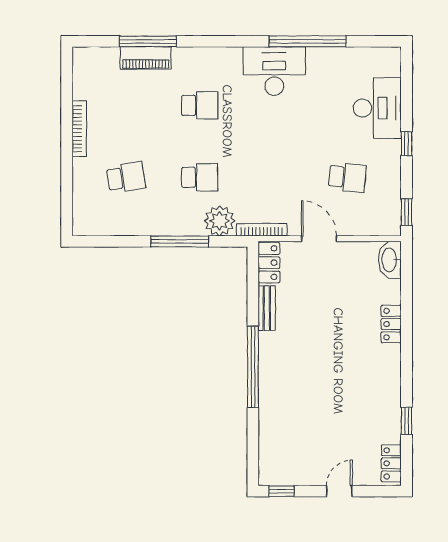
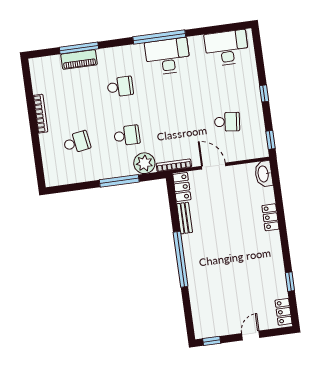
window: (308, 41) -> (159, 37), moved
desk: (377, 108) -> (227, 48), moved, turned -90

